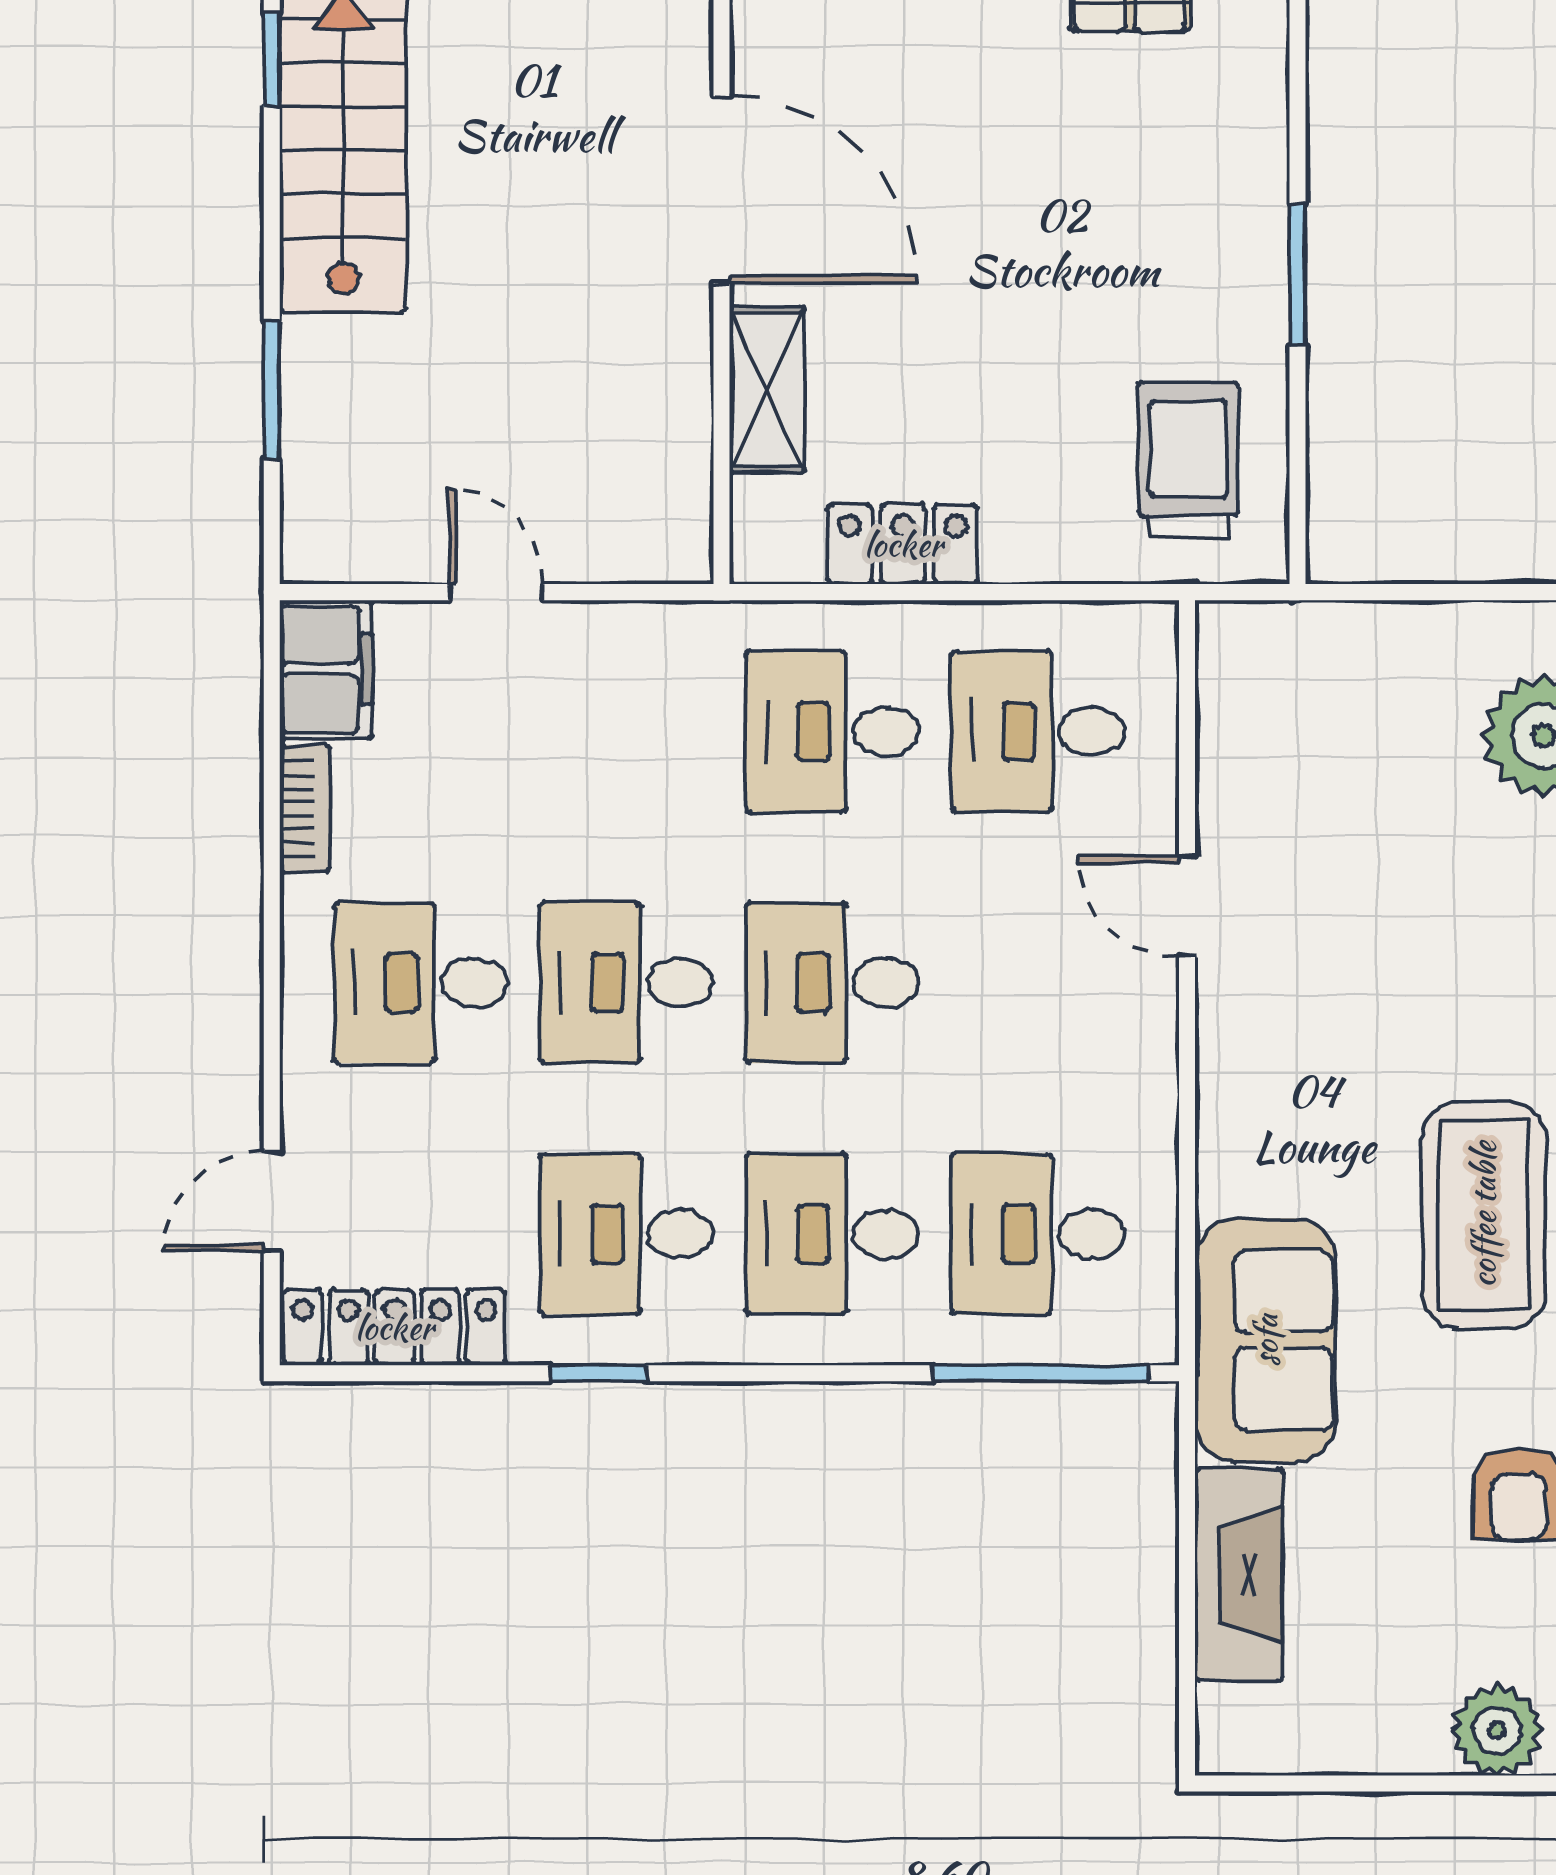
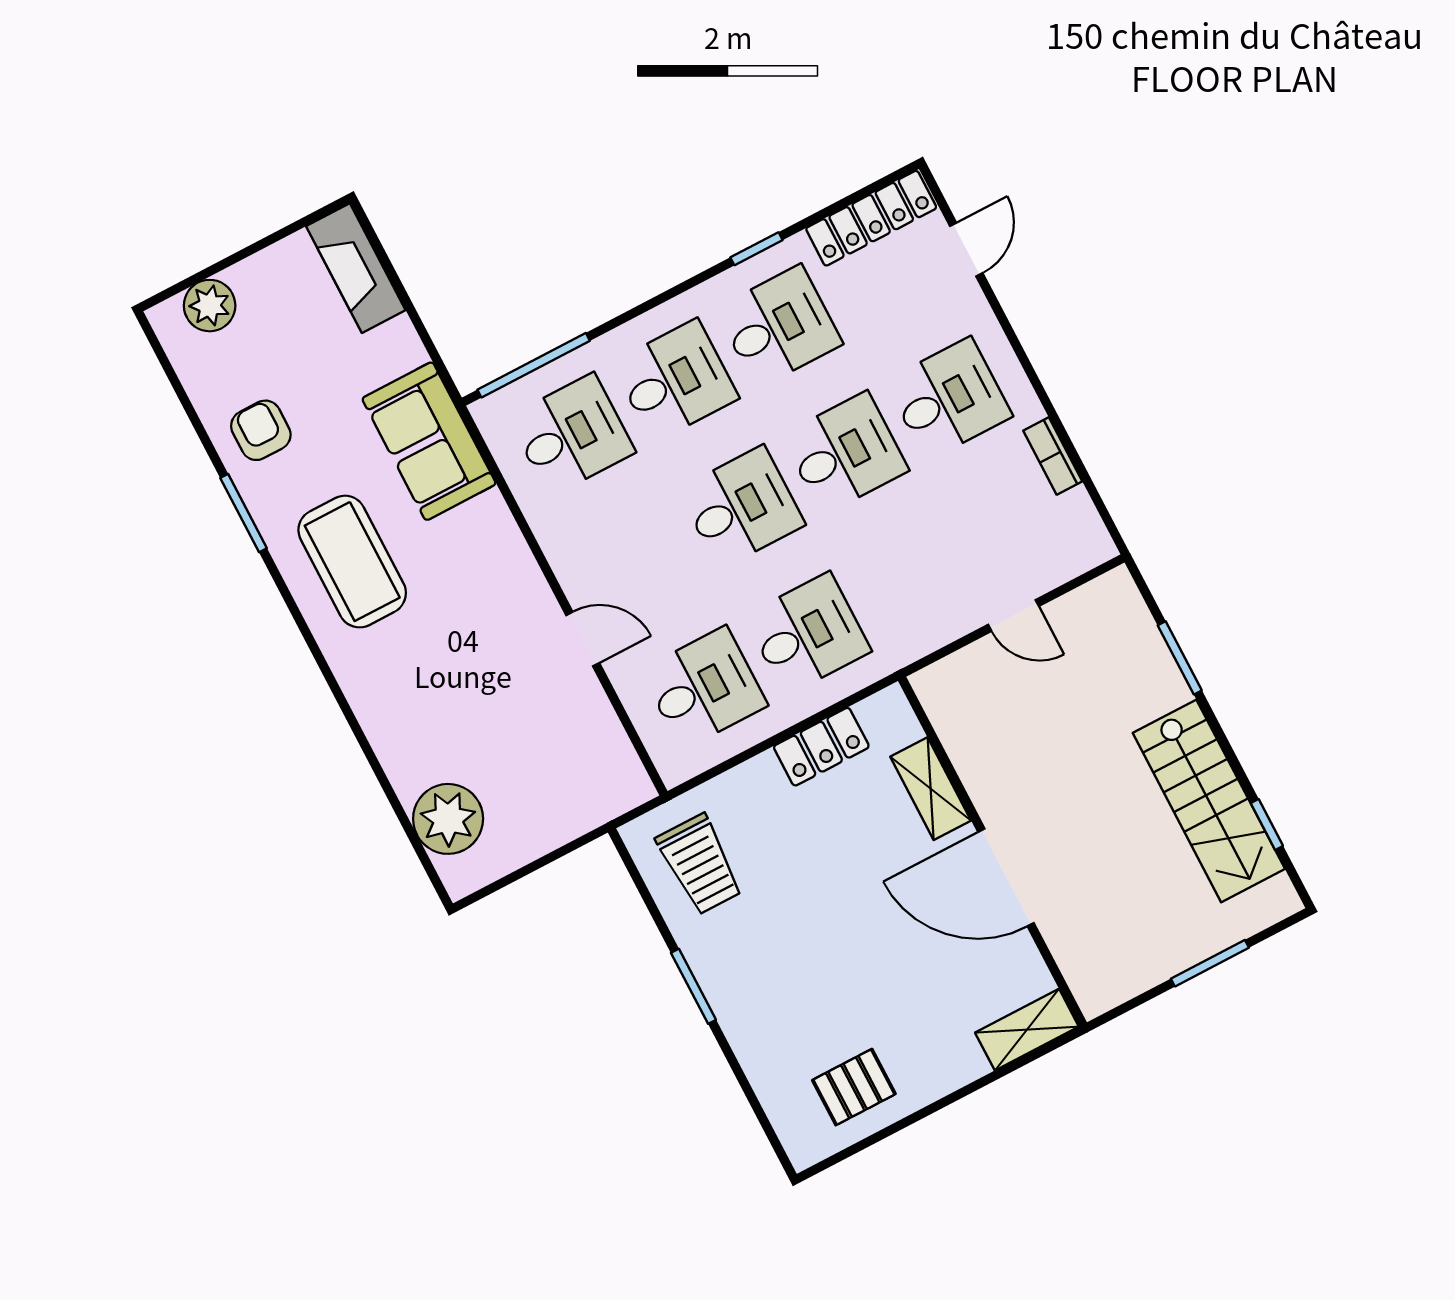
filing cabinet: (326, 669) -> (1079, 532), removed
fireplace: (1239, 1575) -> (356, 268), moved

